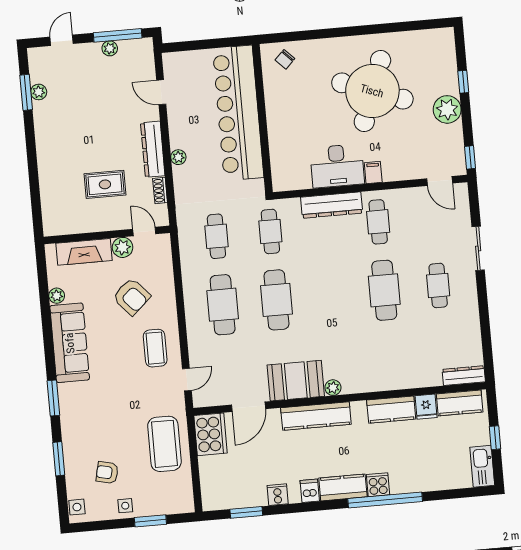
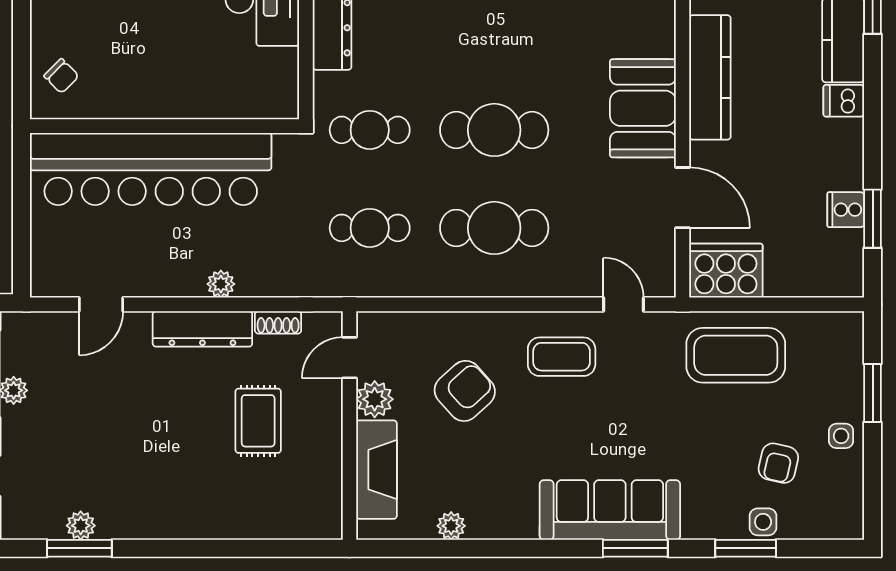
sofa: (70, 343) -> (610, 510), moved
plant: (333, 388) -> (661, 42), removed
cooker: (278, 495) -> (846, 210), moved
side table: (77, 507) -> (763, 522), moved

